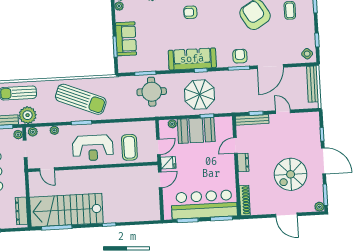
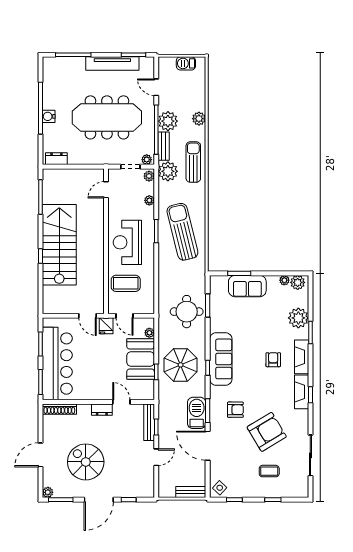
armchair: (240, 56) -> (235, 410), moved
barbecue: (242, 78) -> (197, 413), added
bench: (313, 84) -> (191, 492), width x0.73
sun lounger: (81, 99) -> (182, 232), turned 144
stairs: (66, 210) -> (59, 245), moved
dresser: (21, 211) -> (56, 159), width x0.70

